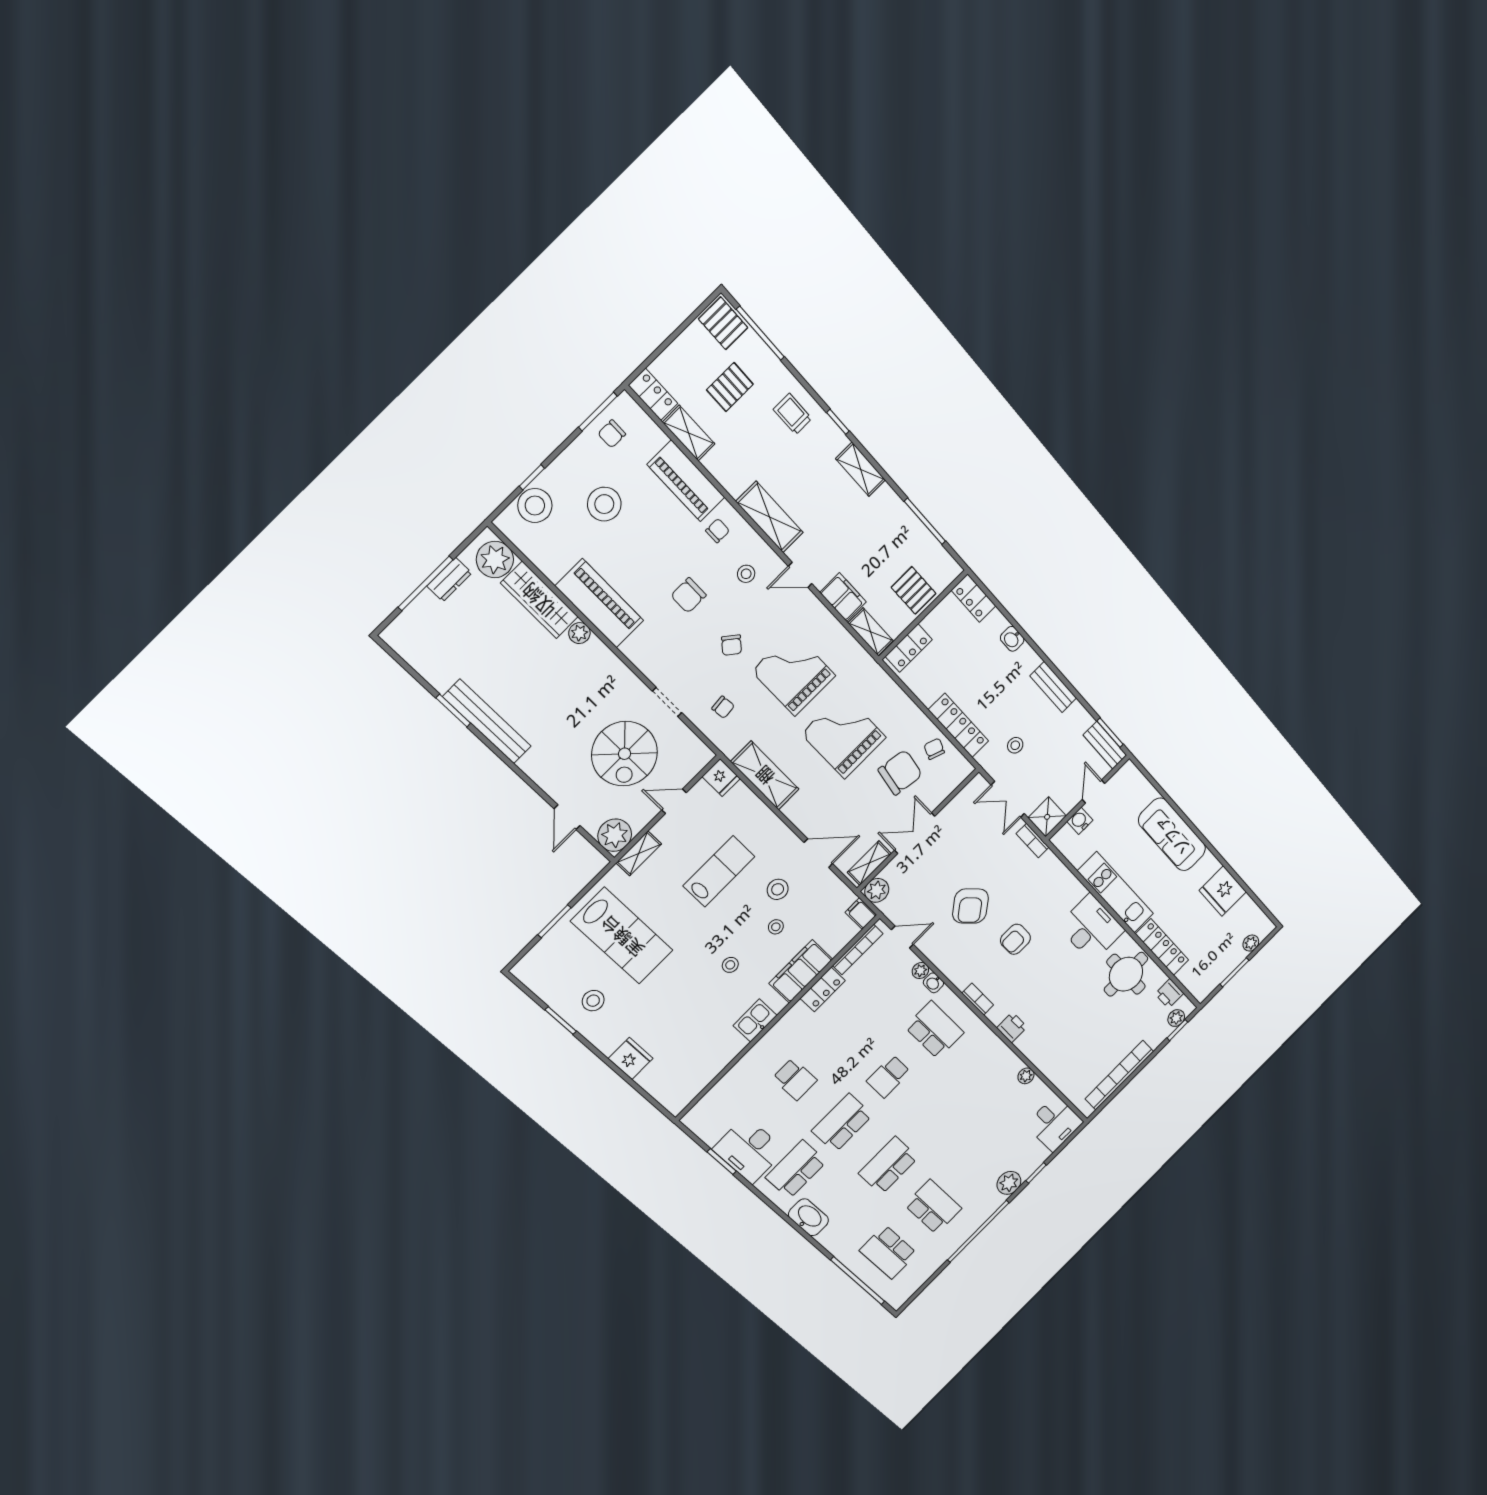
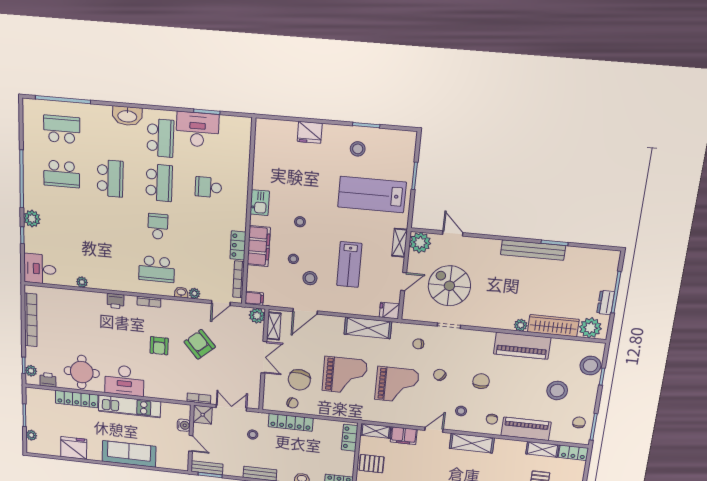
armchair: (1015, 939) -> (159, 346), turned 180

